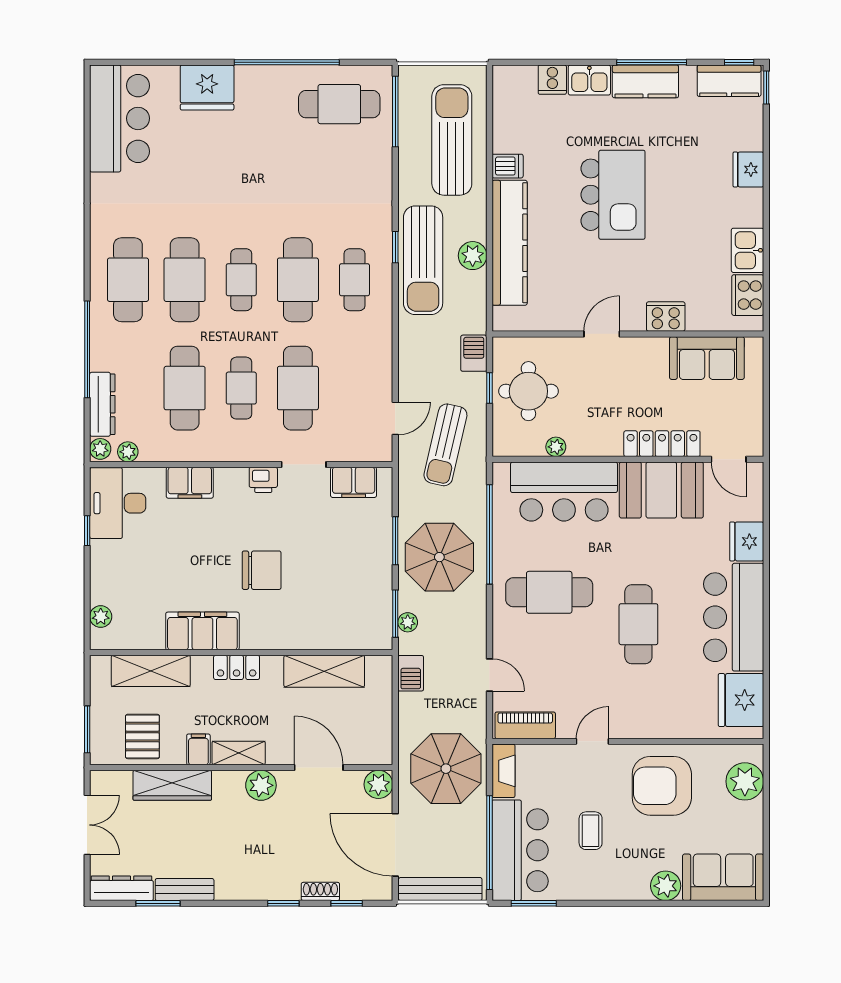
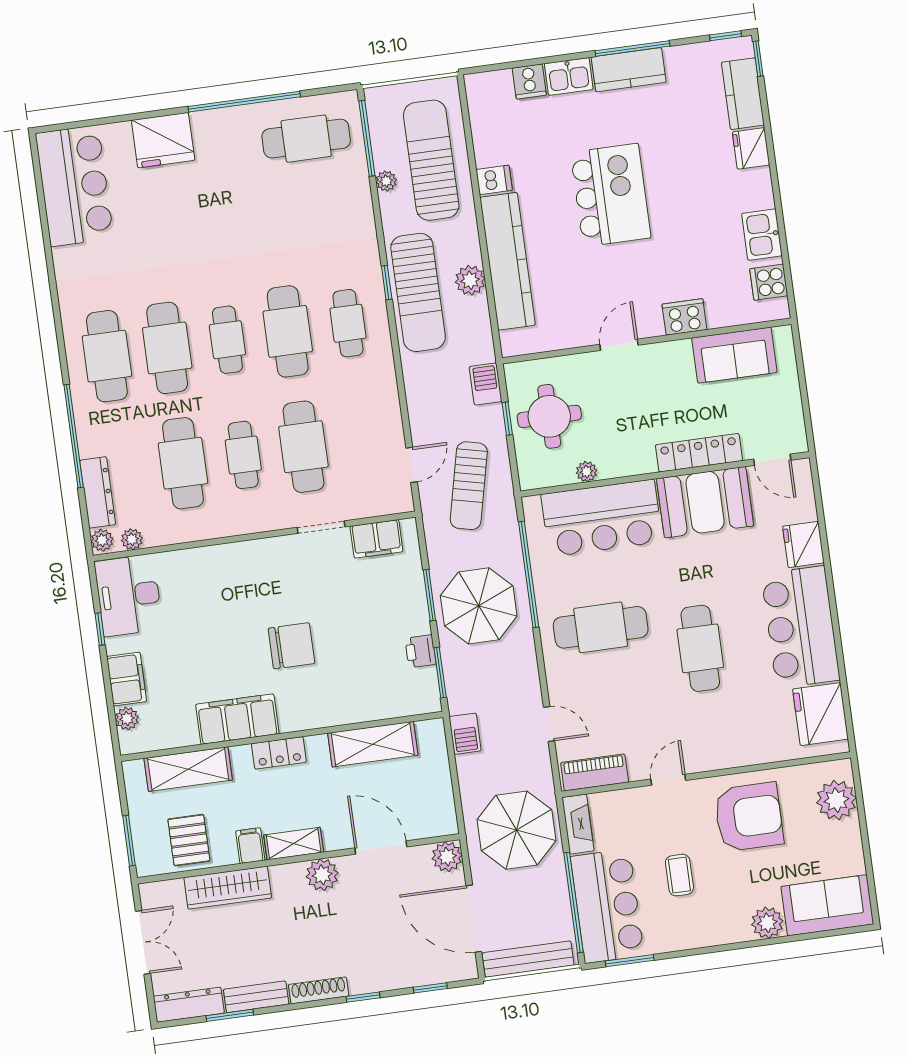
kitchen counter: (729, 81) -> (743, 94), moved, turned 90
cooker: (748, 295) -> (769, 282), width x0.73
printer: (263, 480) -> (420, 651), moved, turned 90
filing cabinet: (190, 483) -> (127, 679), moved, turned -90
plant: (408, 622) -> (386, 181), moved
armchair: (662, 786) -> (749, 817), turned 180
shoe rack: (320, 891) -> (319, 990), moved, width x1.43

